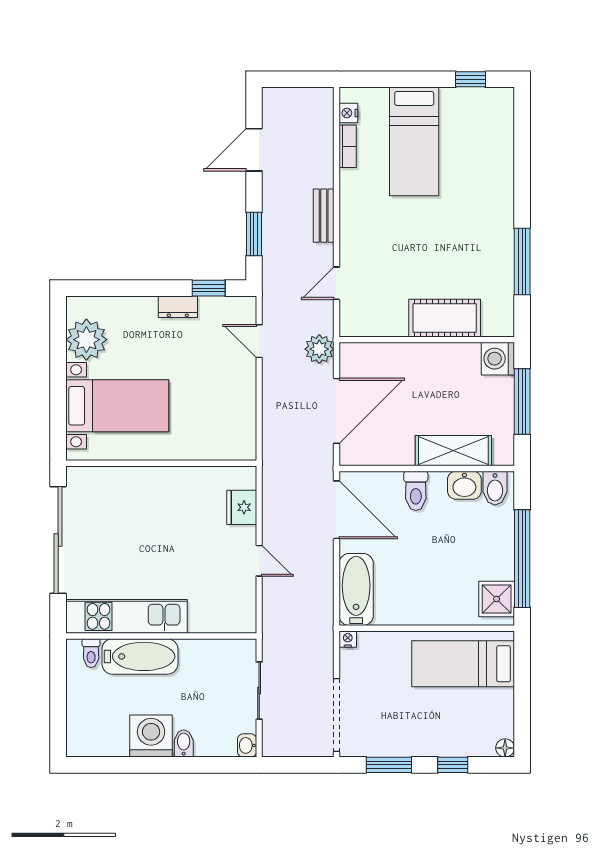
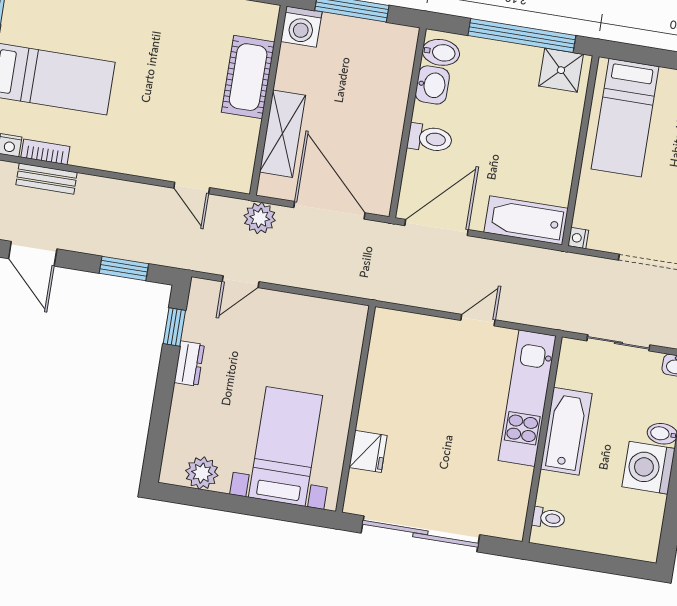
bench: (324, 216) -> (46, 179), moved
plant: (86, 340) -> (202, 473), width x0.73, depth x0.73
shelving: (453, 451) -> (283, 134), moved
fridge: (242, 507) -> (368, 451), moved, turned -90
kitchen unit: (126, 616) -> (527, 398), moved
bathtub: (140, 656) -> (566, 431), moved

